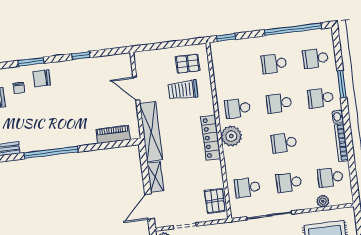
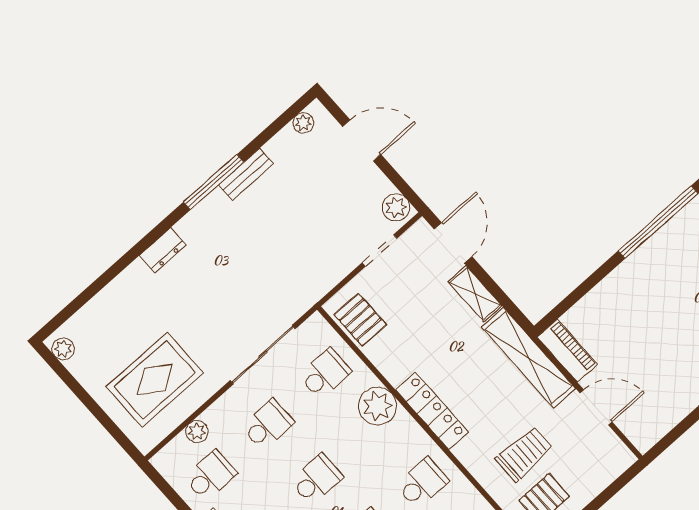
piano: (113, 134) -> (567, 351), moved, turned -90
plant: (231, 136) -> (378, 406), moved

